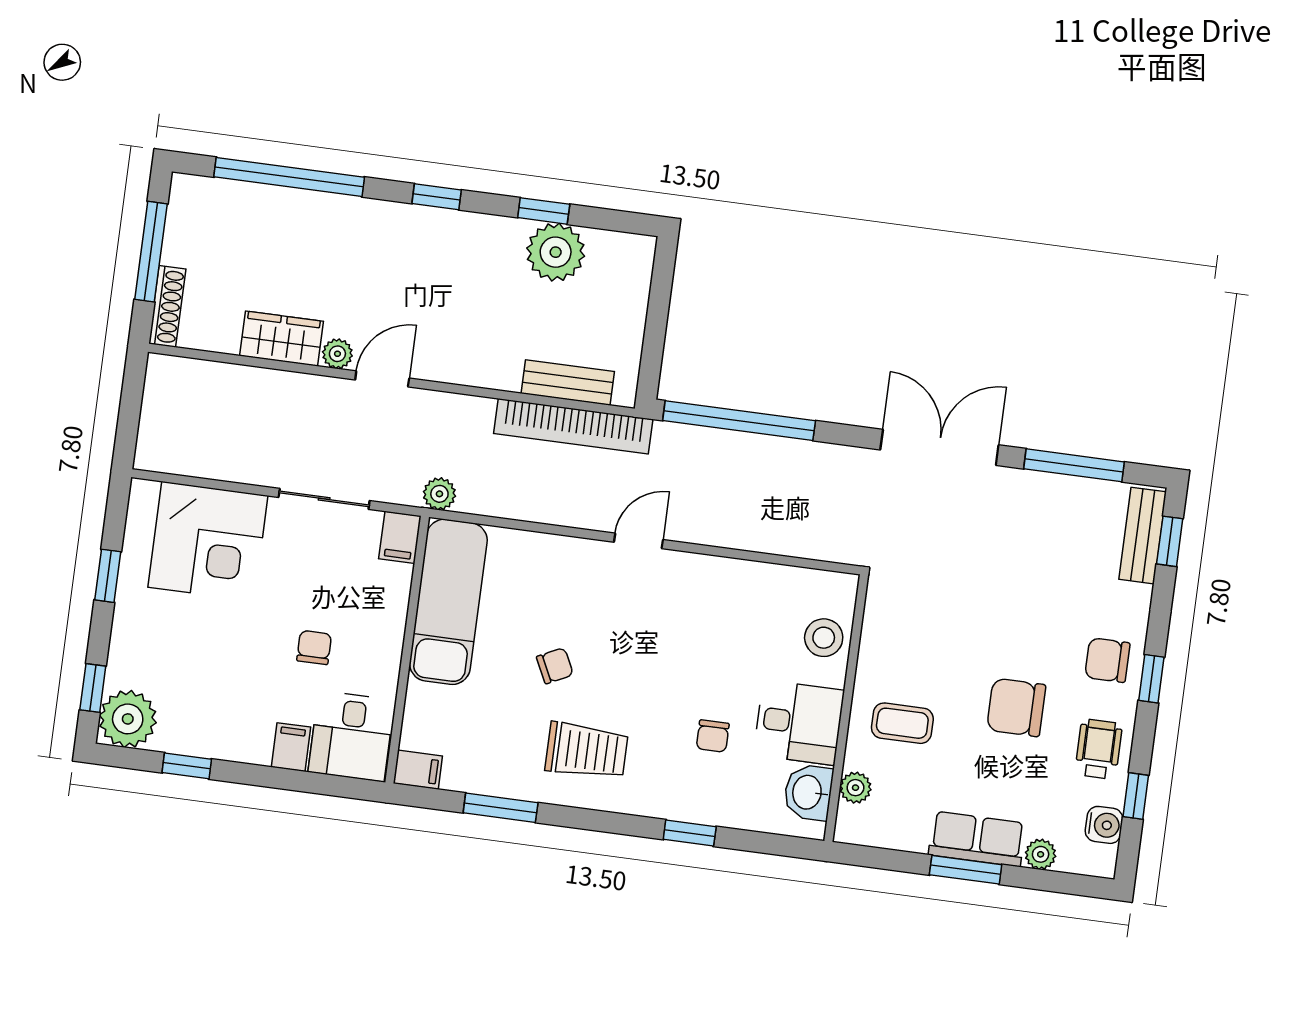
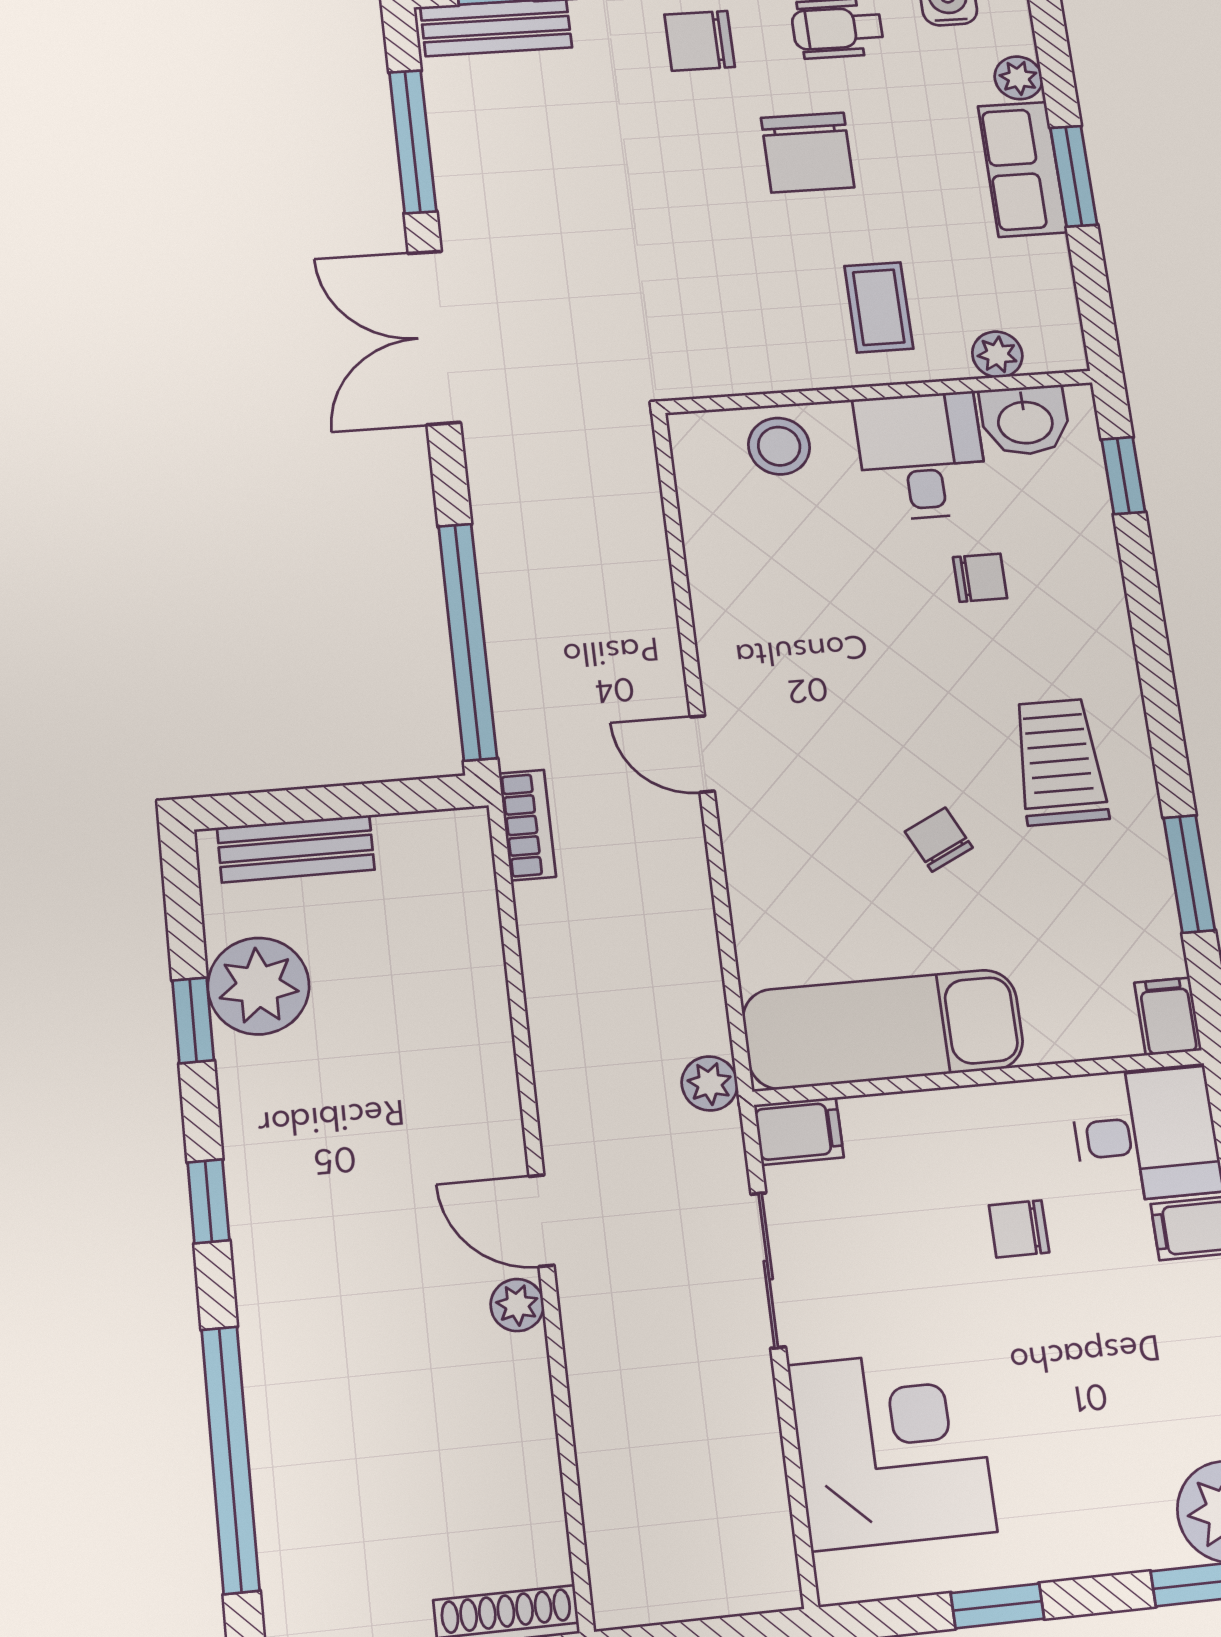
wardrobe: (281, 339) -> (514, 1406), removed
bench: (568, 382) -> (296, 849), moved, turned 90
bookcase: (573, 426) -> (527, 825), width x0.43, depth x0.76
chair: (1107, 660) -> (700, 41), turned 90
window: (690, 833) -> (1123, 476), moved

